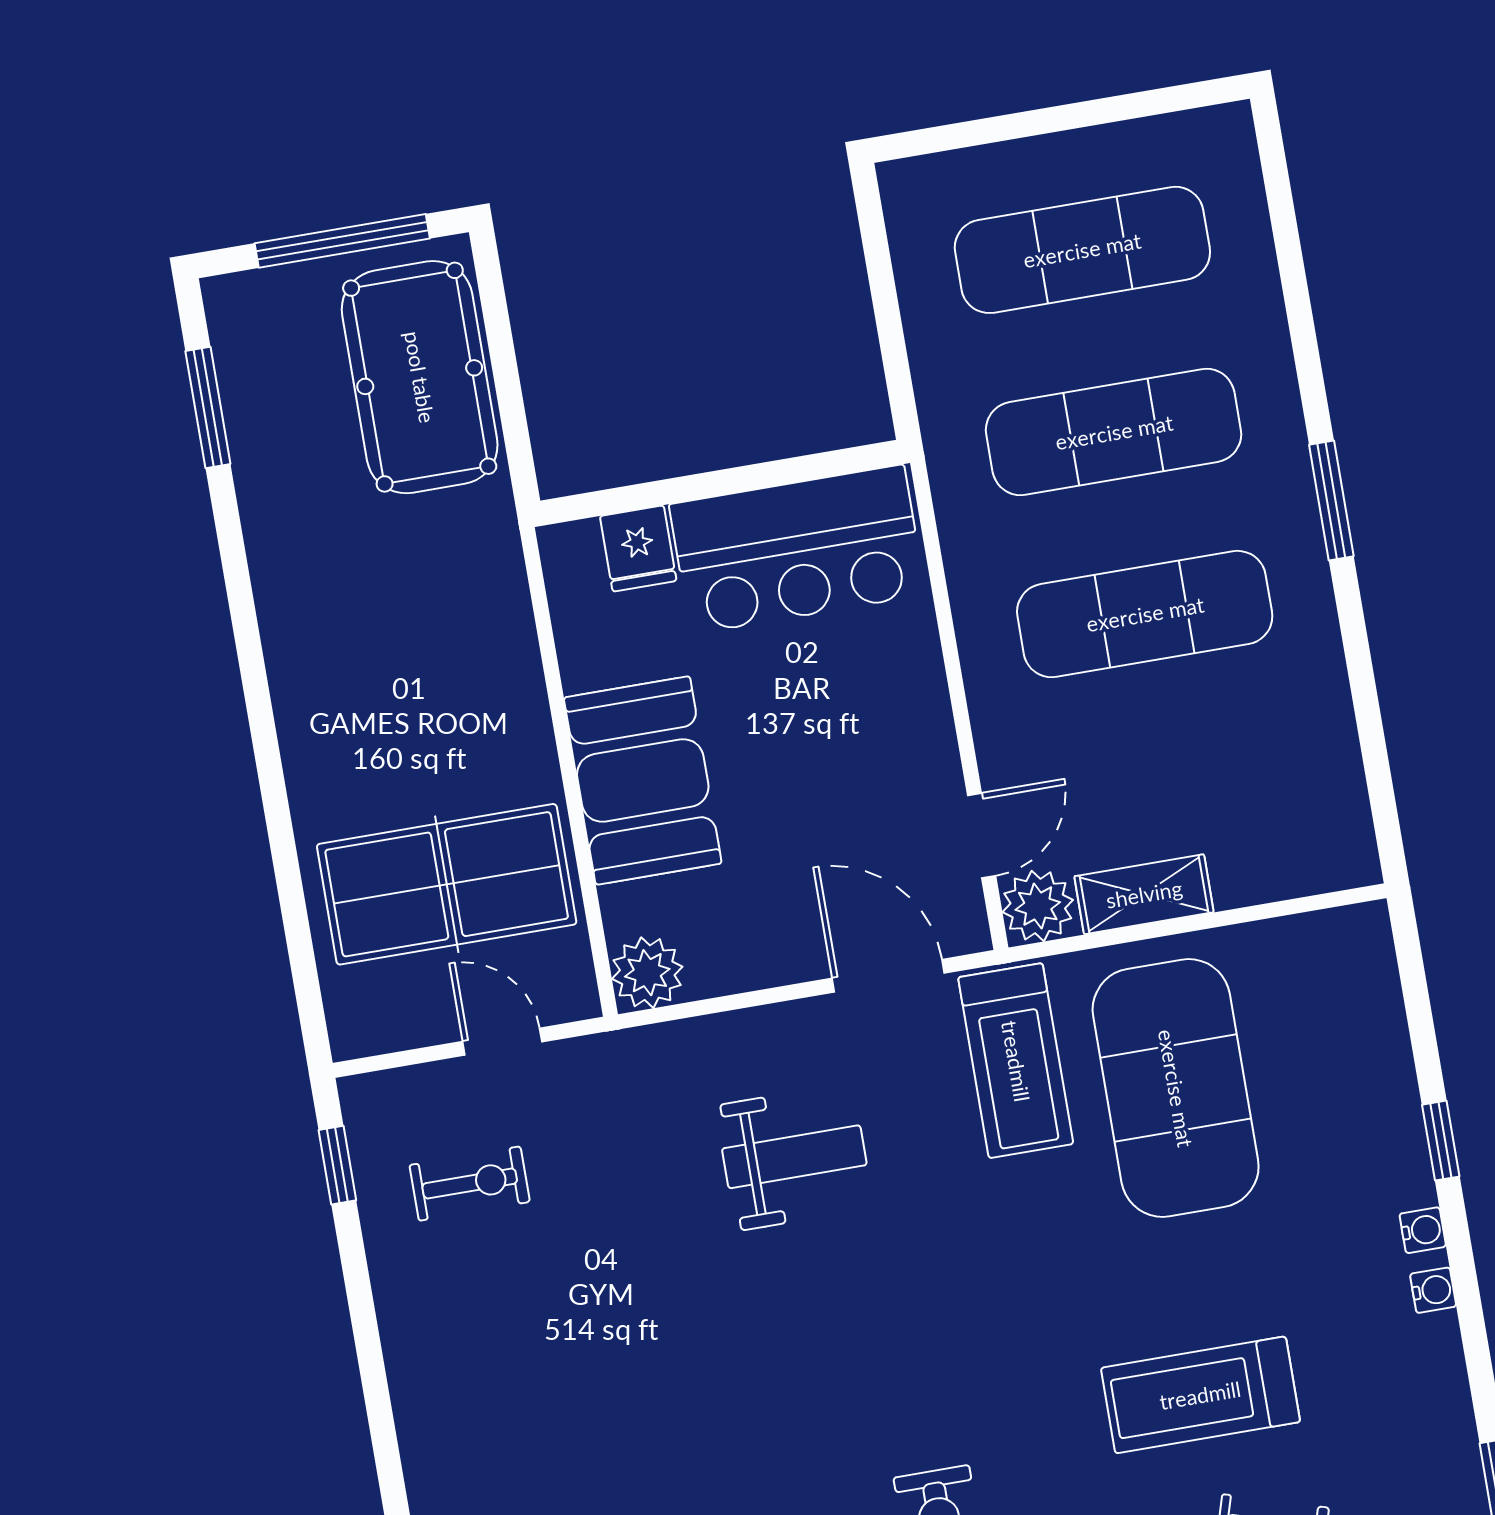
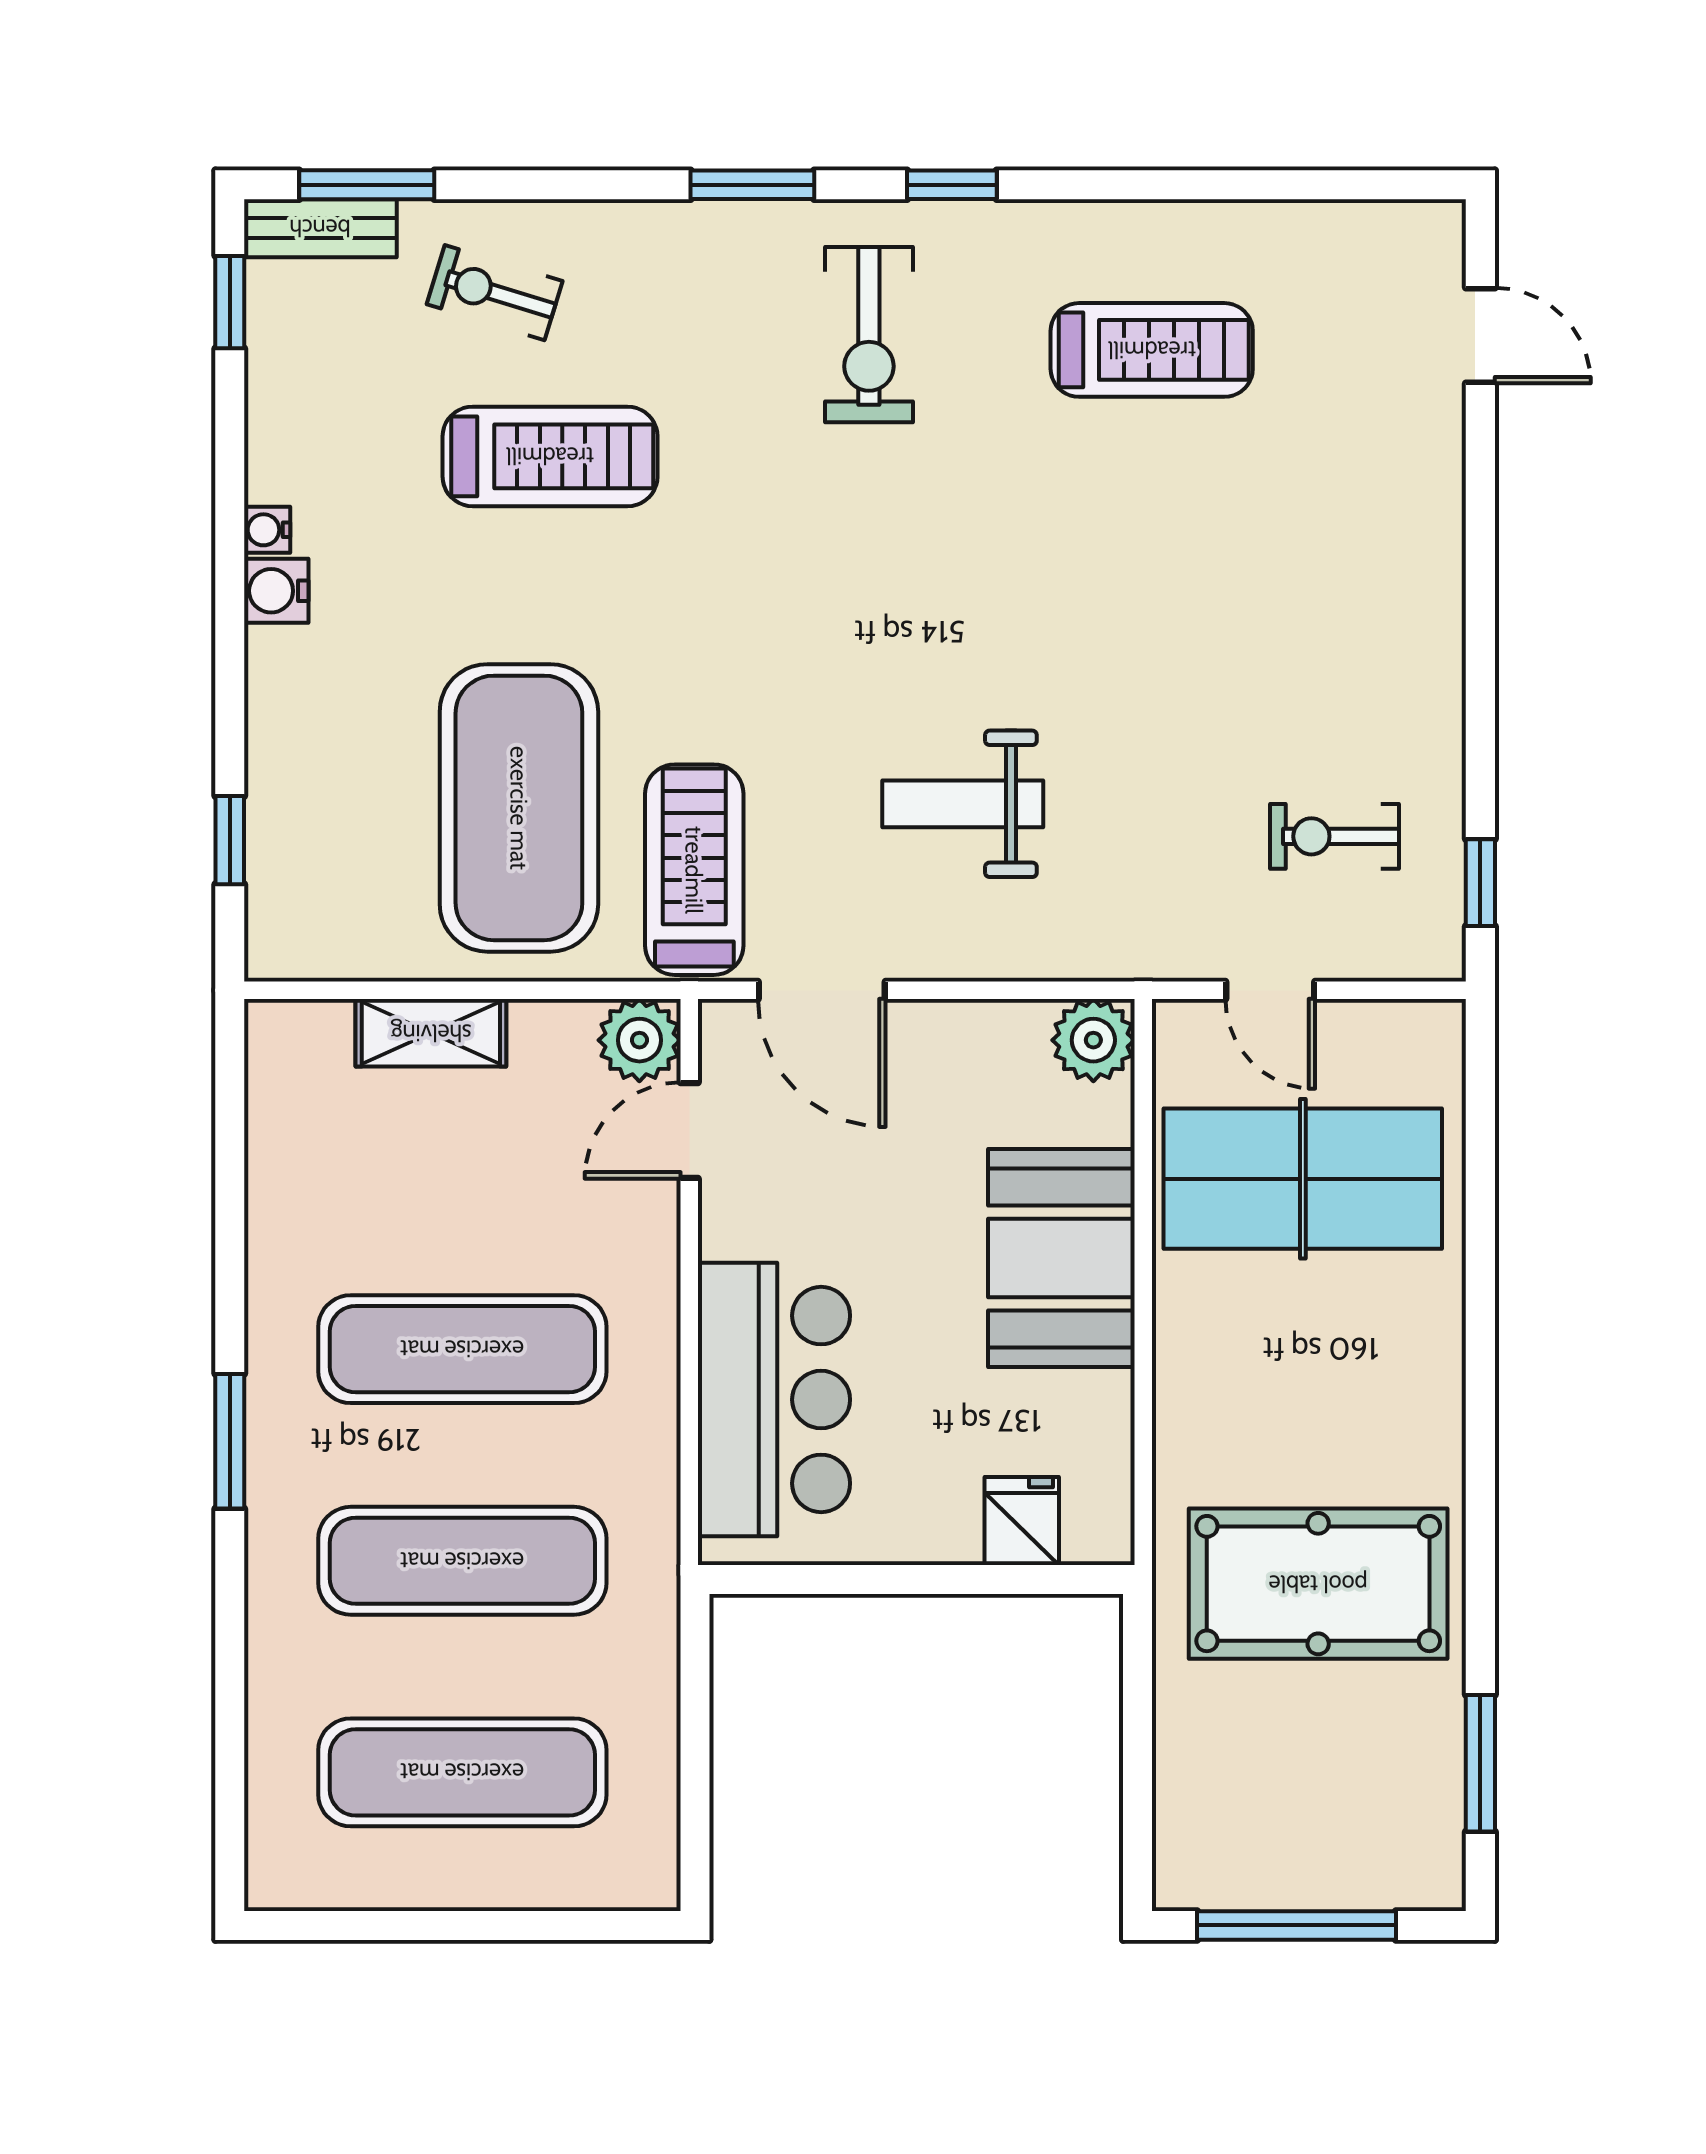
pool table: (420, 377) -> (1318, 1584), moved, turned 90
bar counter: (797, 549) -> (774, 1400), moved, turned 90
shelving: (1144, 894) -> (431, 1033), moved
window: (1441, 1141) -> (230, 840), moved
water cooler: (1423, 1230) -> (276, 591), width x1.38, depth x1.38

